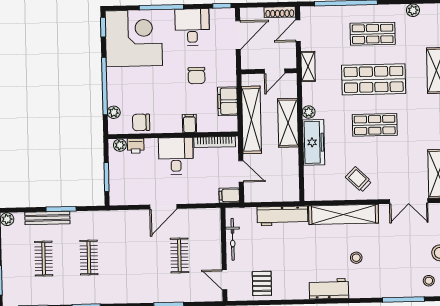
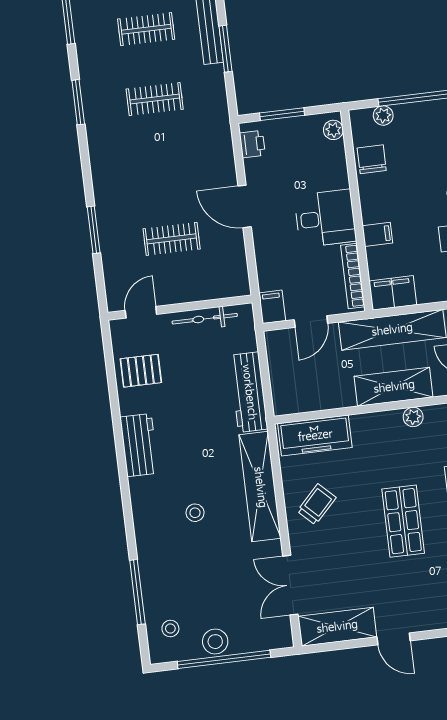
filing cabinet: (228, 101) -> (393, 293), moved
freezer: (314, 142) -> (315, 436), moved
printer: (136, 146) -> (252, 144), moved, turned 180
workbench: (329, 289) -> (139, 445), moved

